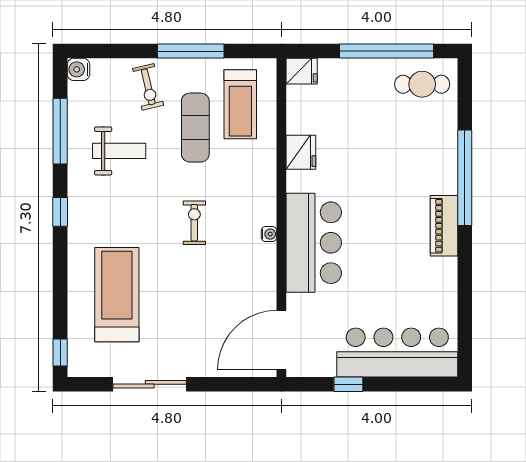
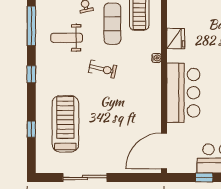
weight bench: (119, 151) -> (67, 38), turned 180
exercise bike: (194, 223) -> (103, 69), moved, turned 103
water cooler: (269, 234) -> (156, 58), moved
window: (60, 353) -> (31, 129), moved

